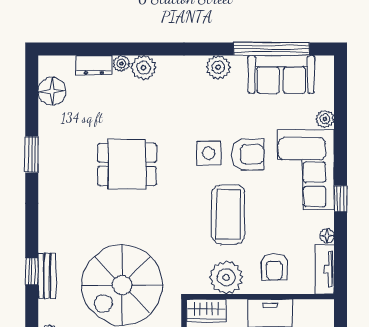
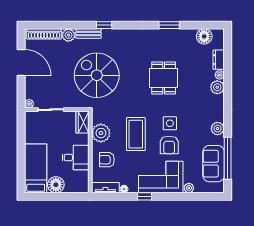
coffee table: (228, 214) -> (136, 134), turned 90
bench: (47, 276) -> (88, 34), moved

